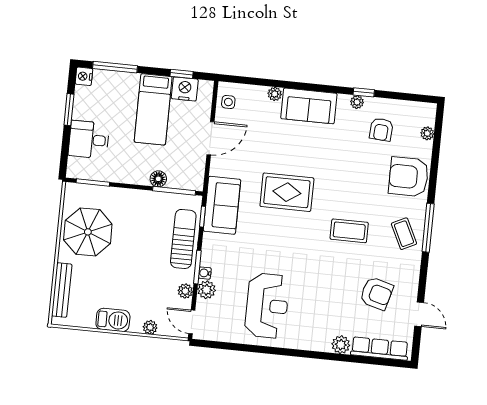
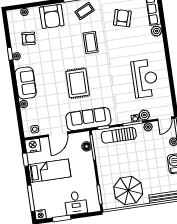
nightstand: (185, 89) -> (33, 146), moved, turned 90
door: (210, 138) -> (58, 134), swing flipped
floor lamp: (158, 179) -> (87, 146), moved
sofa: (222, 205) -> (88, 119), width x1.36
reception desk: (267, 306) -> (145, 78), turned 90

